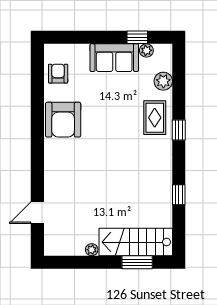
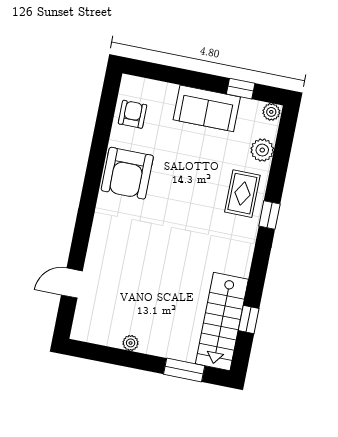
plant: (146, 50) -> (271, 112), moved
window: (179, 195) -> (249, 319), moved
stairs: (136, 242) -> (222, 321), moved, turned -90

